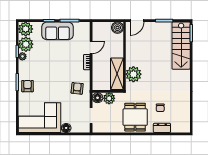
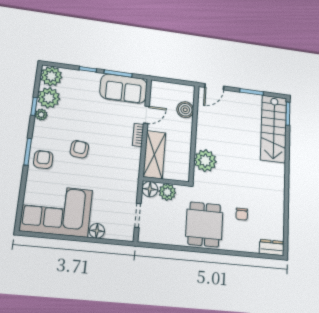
boiler: (117, 28) -> (185, 110), moved
sofa: (58, 31) -> (124, 89), moved
shelving: (117, 74) -> (154, 155), moved
armchair: (77, 88) -> (79, 149), moved
dresser: (162, 128) -> (272, 248), moved

